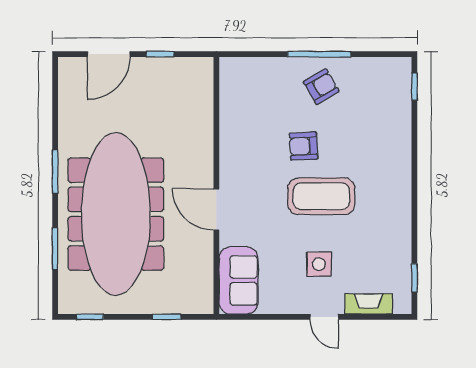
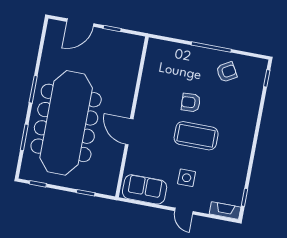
armchair: (321, 87) -> (227, 72), moved
sofa: (239, 280) -> (145, 189), moved, turned -90
fireplace: (369, 304) -> (225, 211), moved

